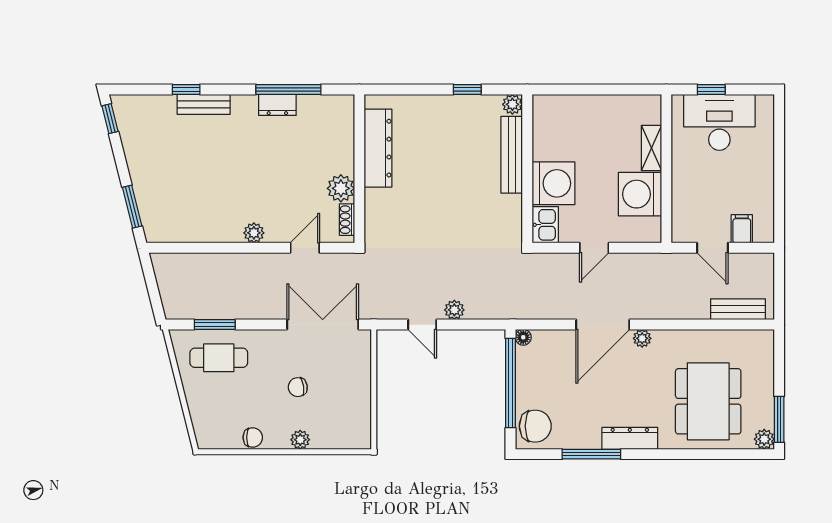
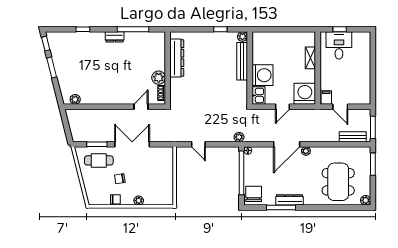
bench: (204, 104) -> (91, 37), removed
dresser: (277, 105) -> (115, 37), moved
desk: (719, 122) -> (339, 45), width x0.73
washing machine: (640, 194) -> (305, 94), moved, turned 90
window: (132, 207) -> (52, 67), moved
filing cabinet: (742, 229) -> (326, 97), moved
plant: (254, 233) -> (75, 99), moved
window: (779, 290) -> (373, 127), added
plant: (454, 310) -> (239, 137), moved
double door: (323, 325) -> (132, 144), moved
chair: (298, 387) -> (120, 179), moved
window: (779, 419) -> (373, 164), moved
chair: (535, 426) -> (254, 194), turned -90
dresser: (630, 438) -> (290, 200), moved

